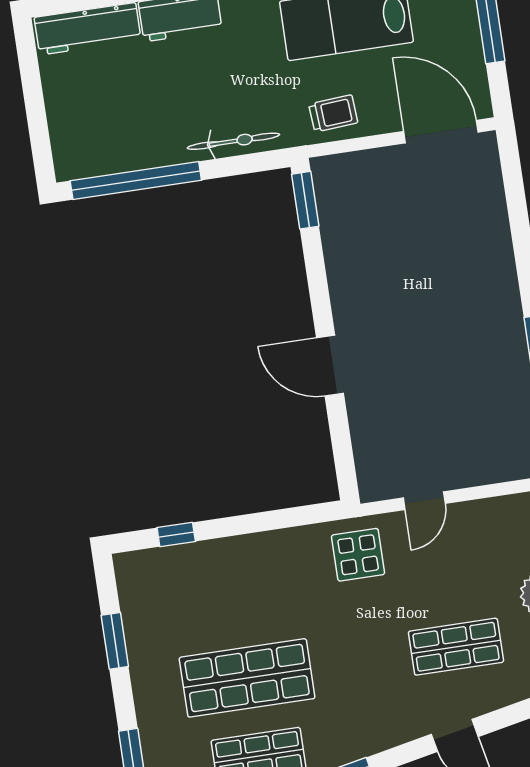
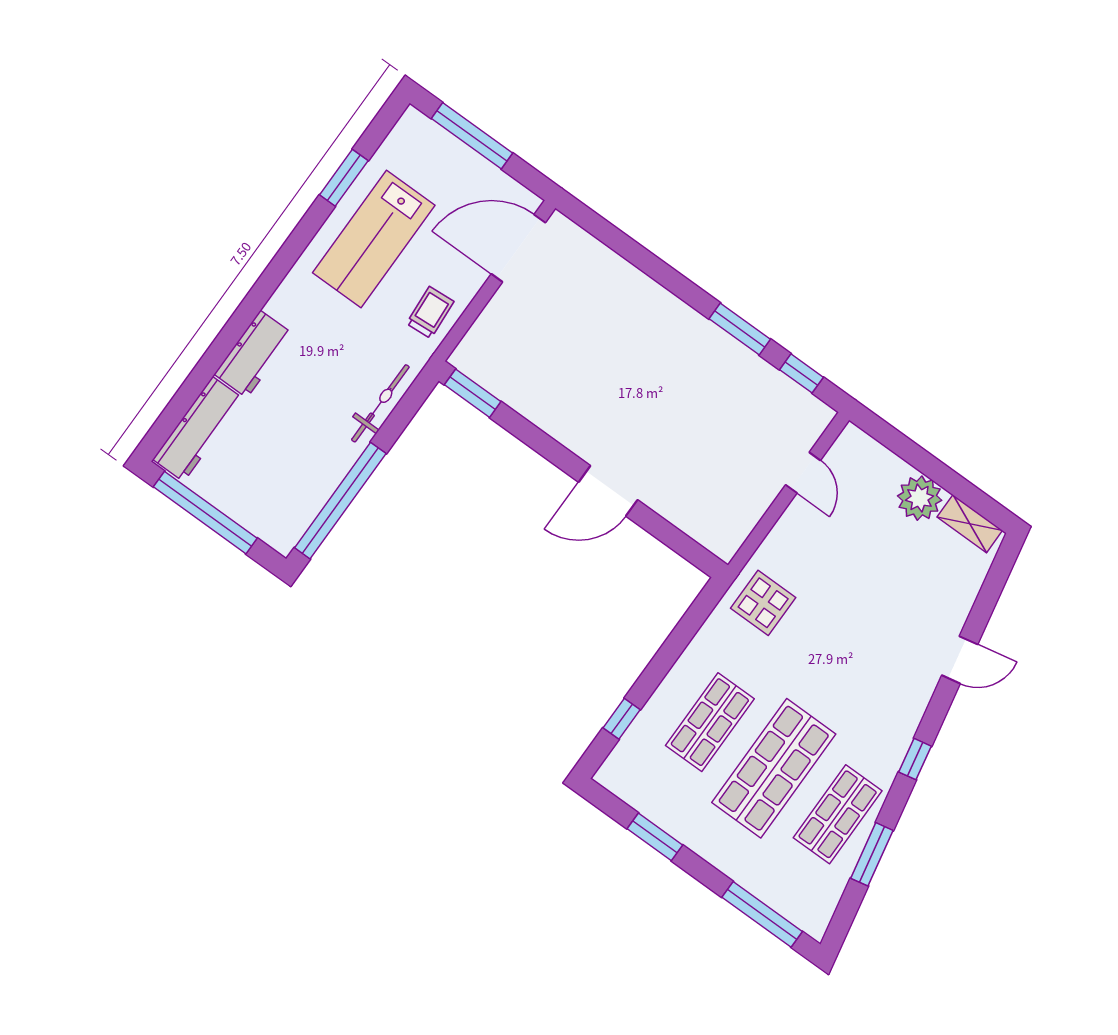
window: (33, 92) -> (205, 513), added
door: (424, 501) -> (803, 473), moved
shop shelf: (456, 647) -> (710, 722), moved

